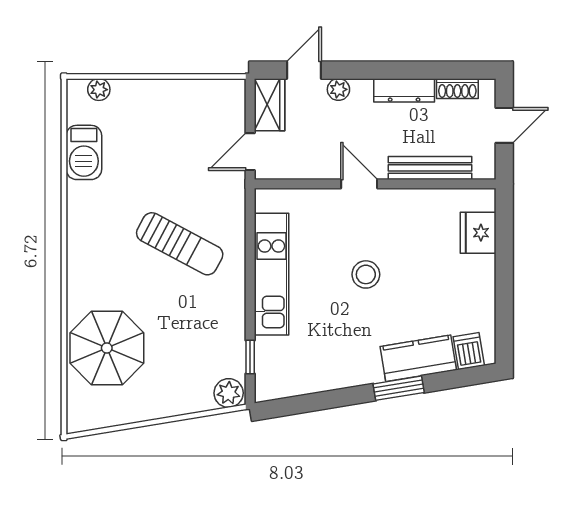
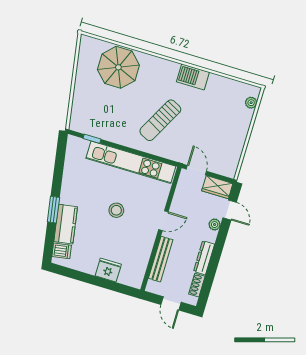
barbecue: (84, 152) -> (193, 77), moved
fridge: (478, 233) -> (108, 270), moved
kitchen unit: (271, 274) -> (131, 162), width x1.36
plant: (229, 393) -> (77, 122), removed

